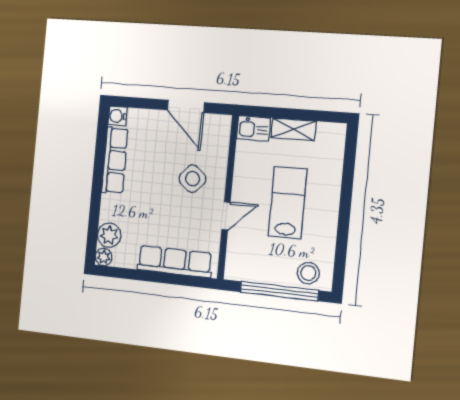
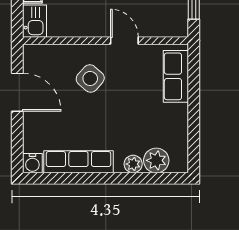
door: (186, 106) -> (17, 92), hinge flipped
plant: (104, 257) -> (133, 164), moved
row of seats: (175, 262) -> (176, 76), width x0.68

